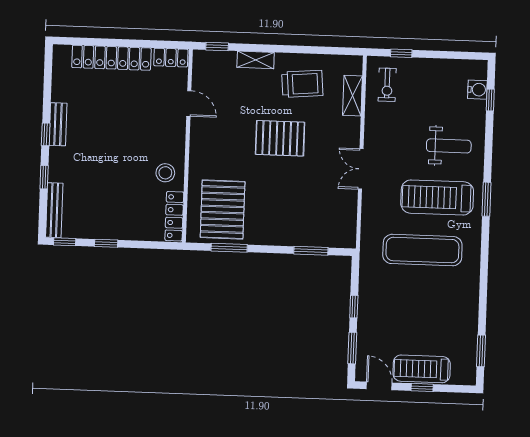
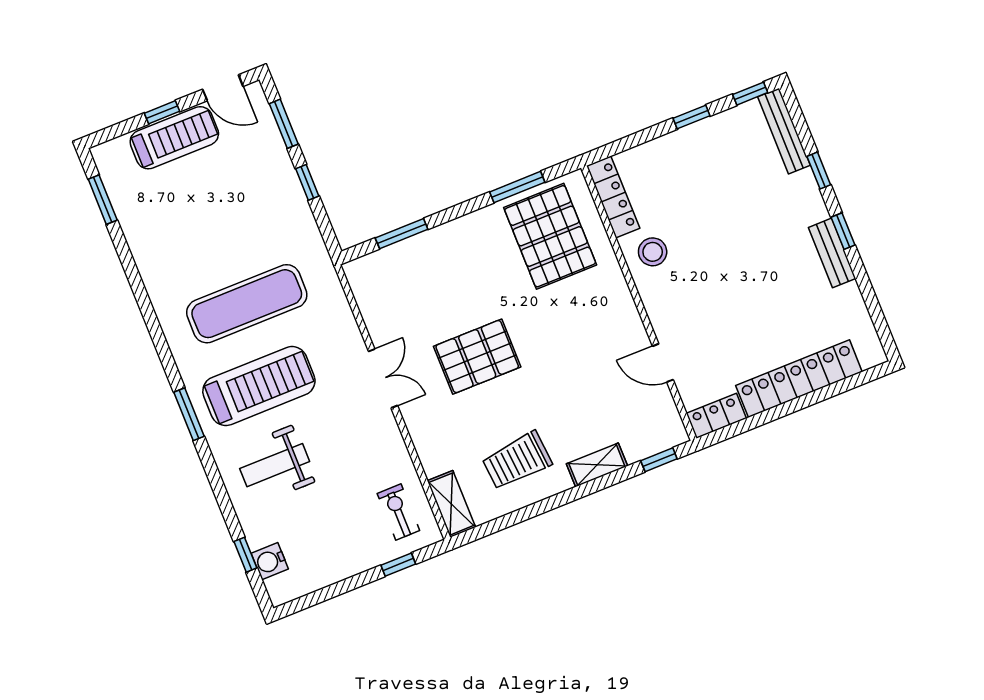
shelving: (352, 96) -> (451, 504), moved
pallet: (280, 138) -> (477, 357), moved

